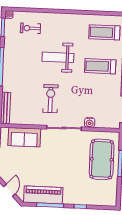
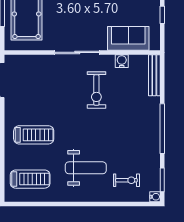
weight bench: (58, 57) -> (86, 168), moved
water cooler: (90, 123) -> (122, 61), moved

